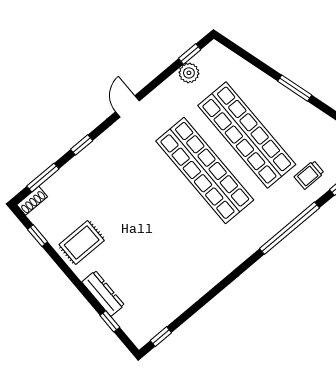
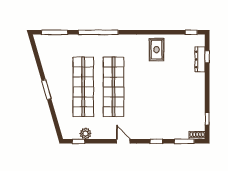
door: (128, 106) -> (123, 141), swing flipped
trolley: (309, 175) -> (71, 48), removed
rug: (82, 242) -> (156, 50), moved, turned 90
dresser: (103, 293) -> (200, 59), moved

